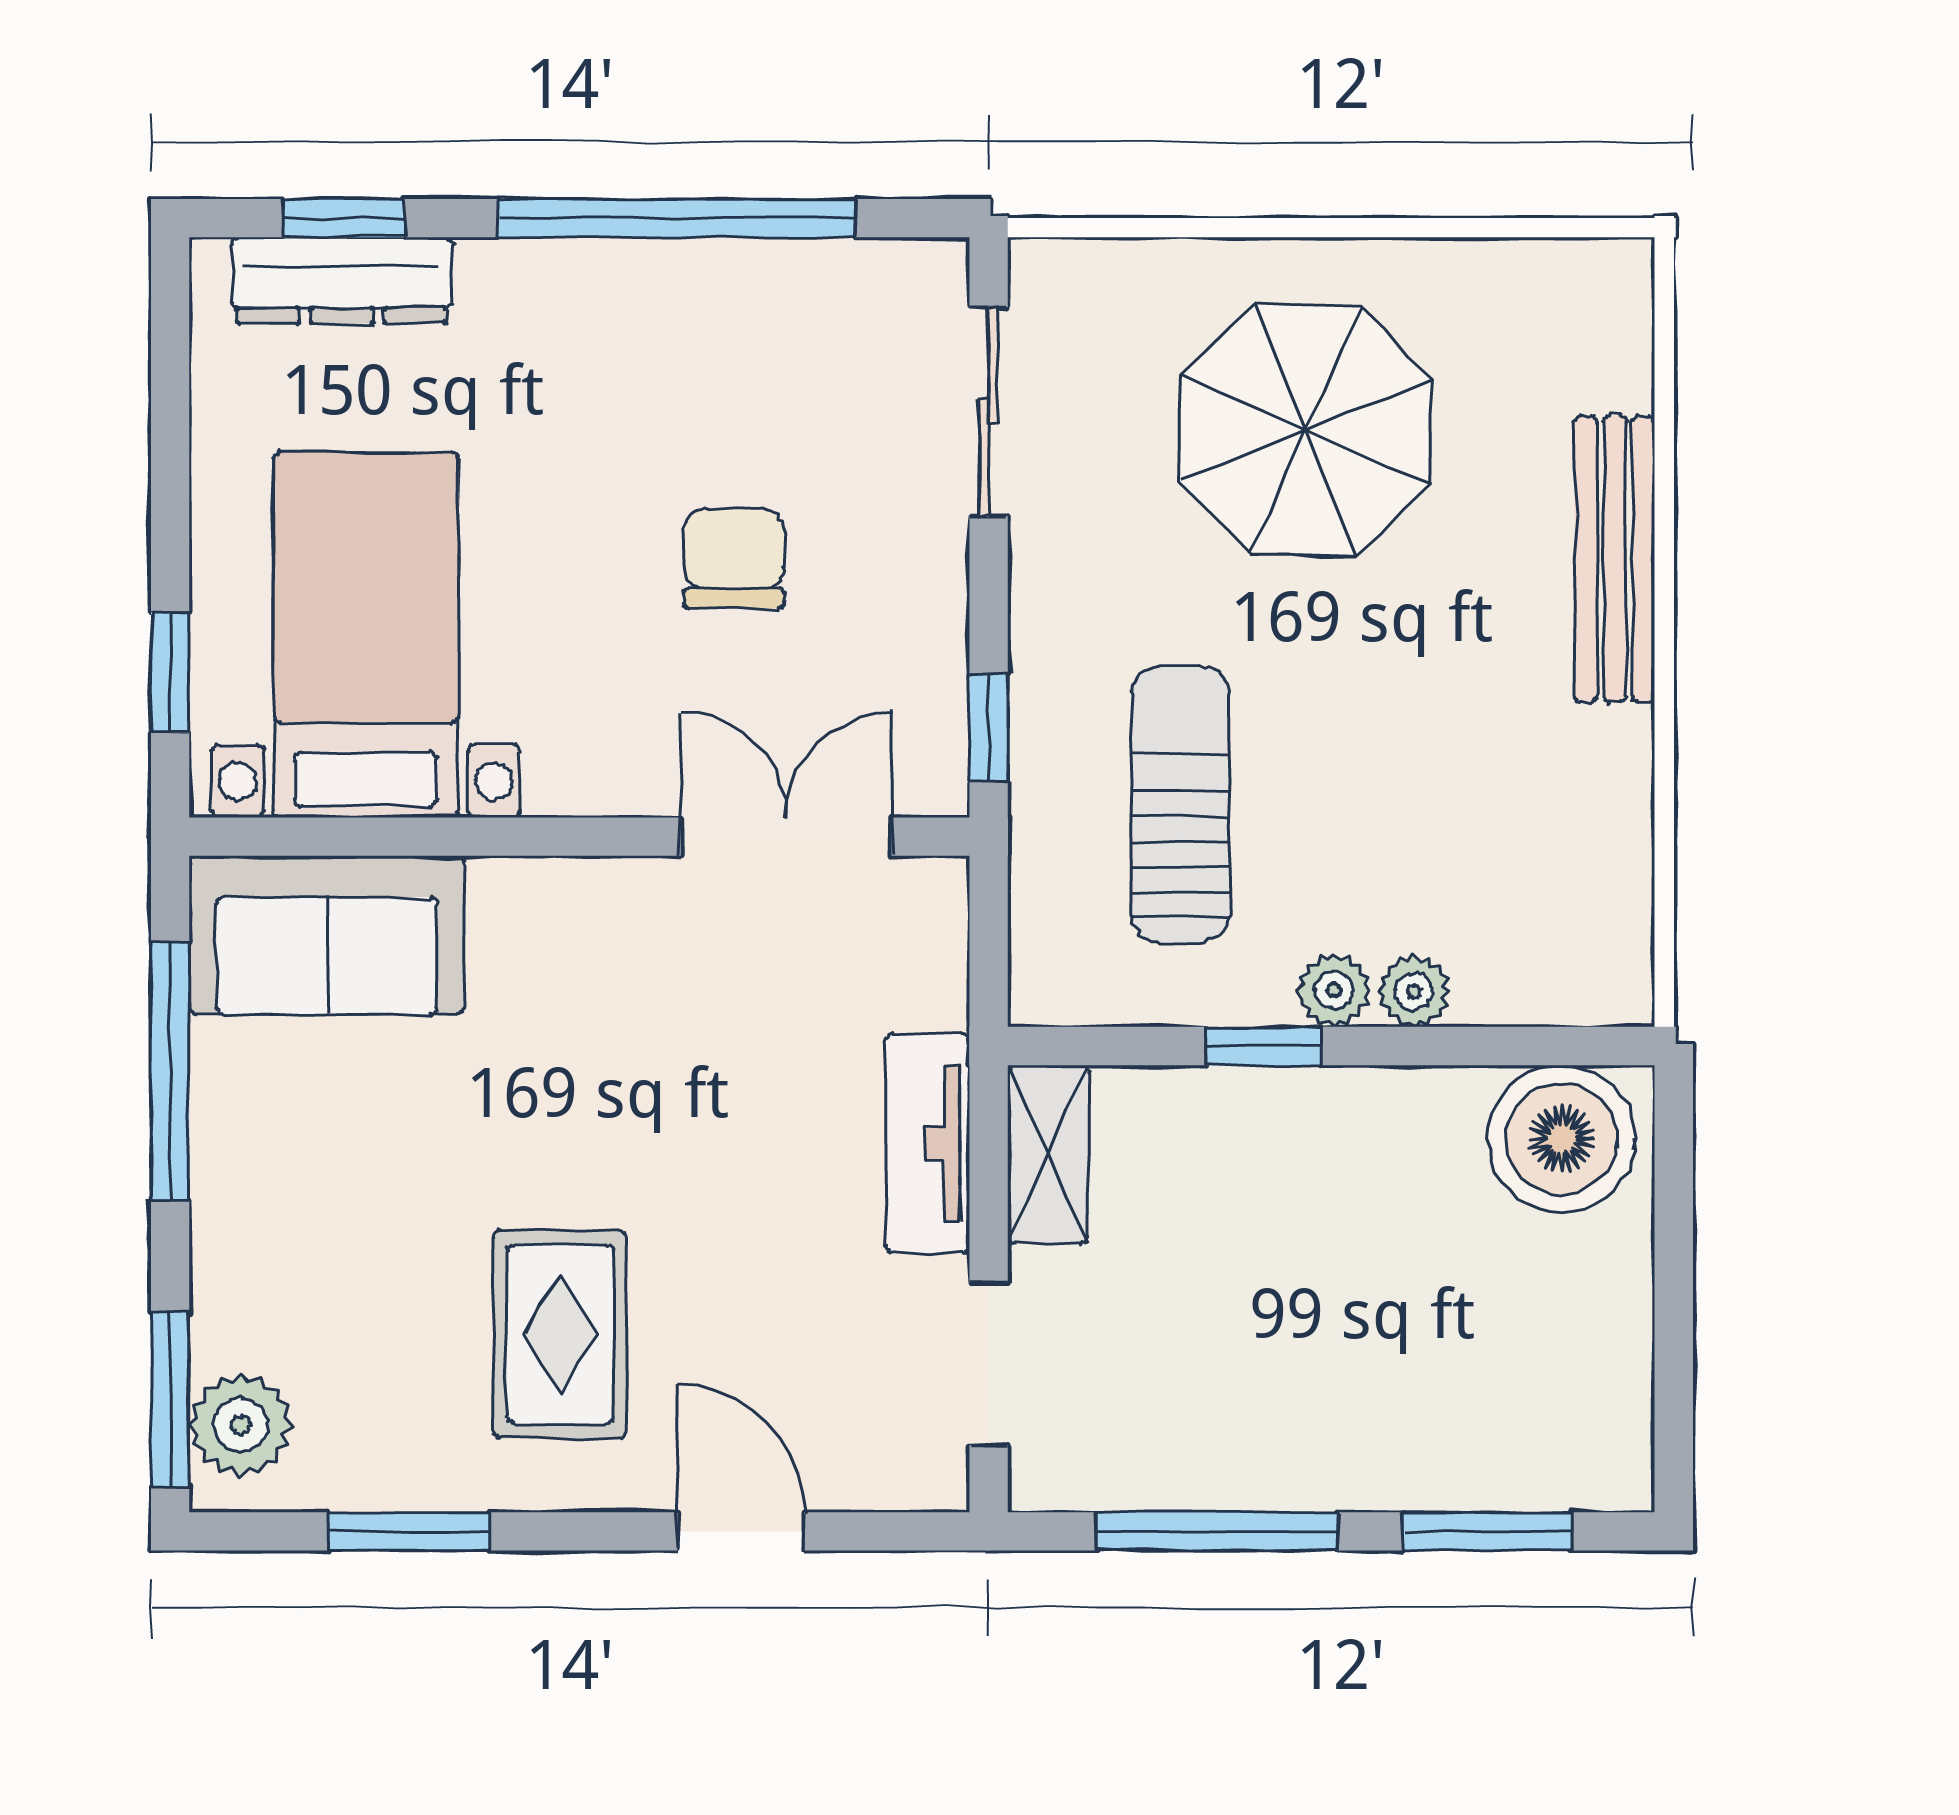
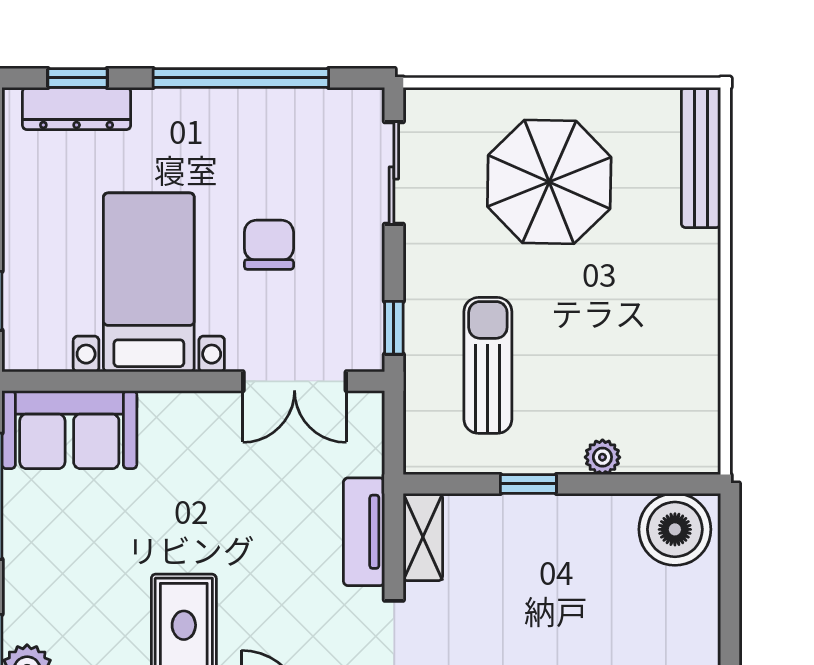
bench: (1615, 559) -> (701, 157), moved
bed with nightstands: (366, 635) -> (149, 282), moved
double door: (786, 837) -> (295, 381), swing flipped
plant: (1334, 990) -> (563, 457), removed

